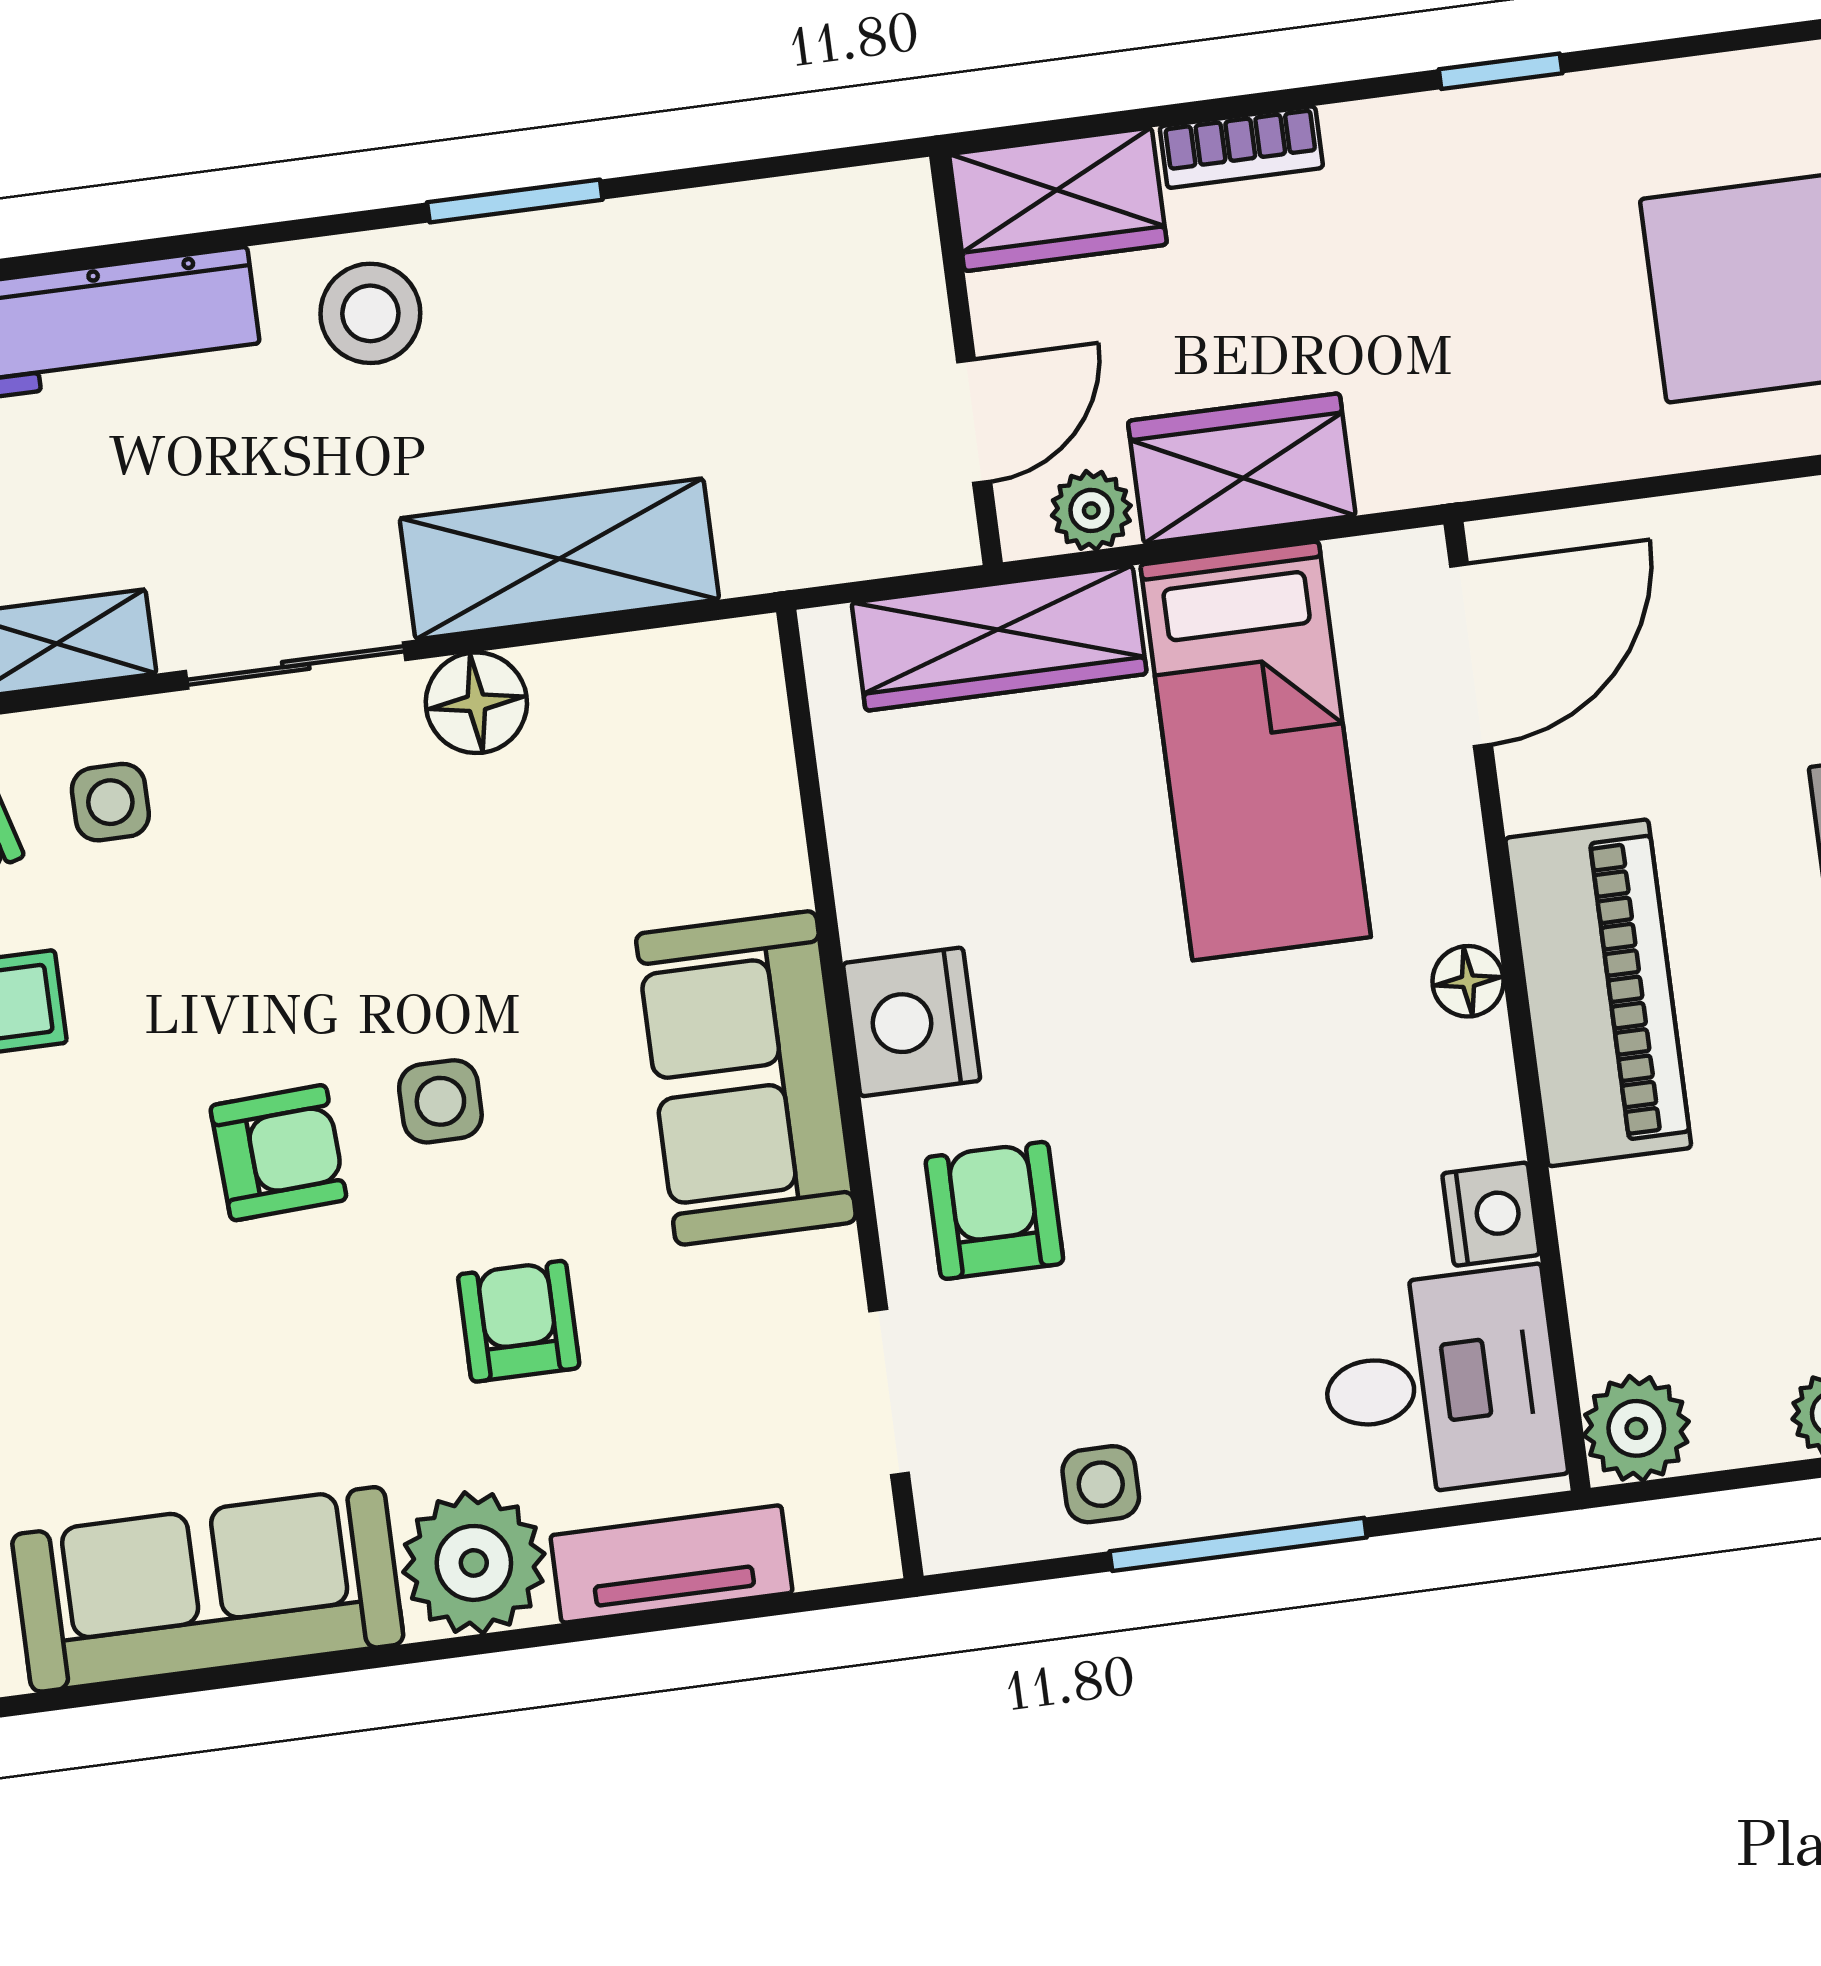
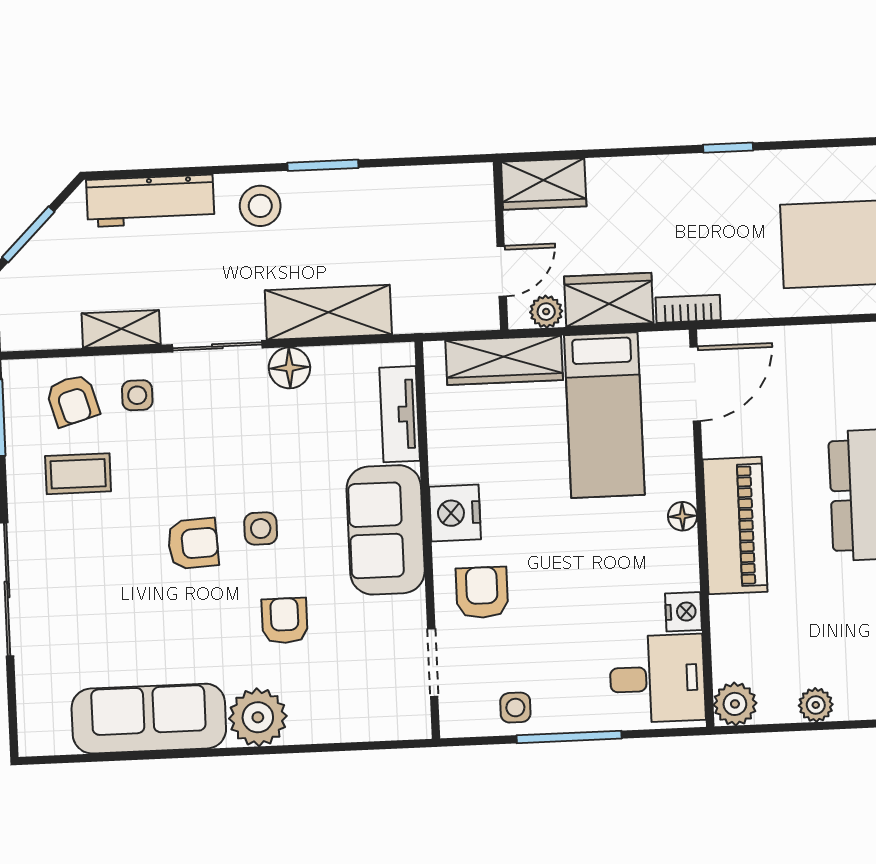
bookcase: (1241, 147) -> (688, 309), moved, turned 180
tv unit: (671, 1564) -> (400, 414), moved, turned -90

